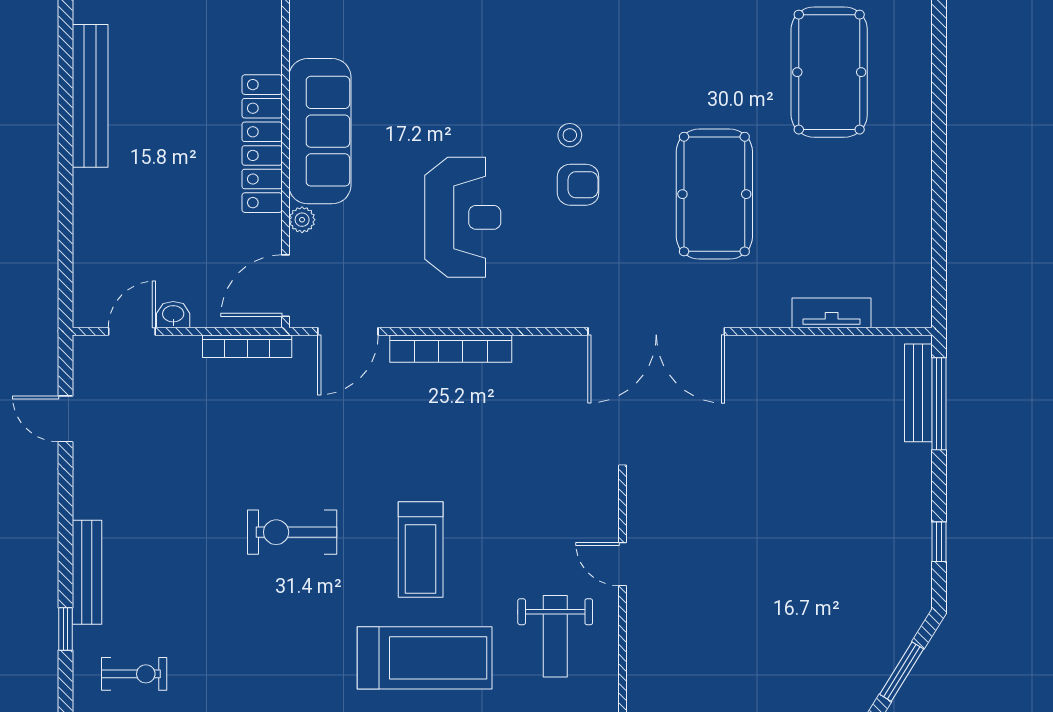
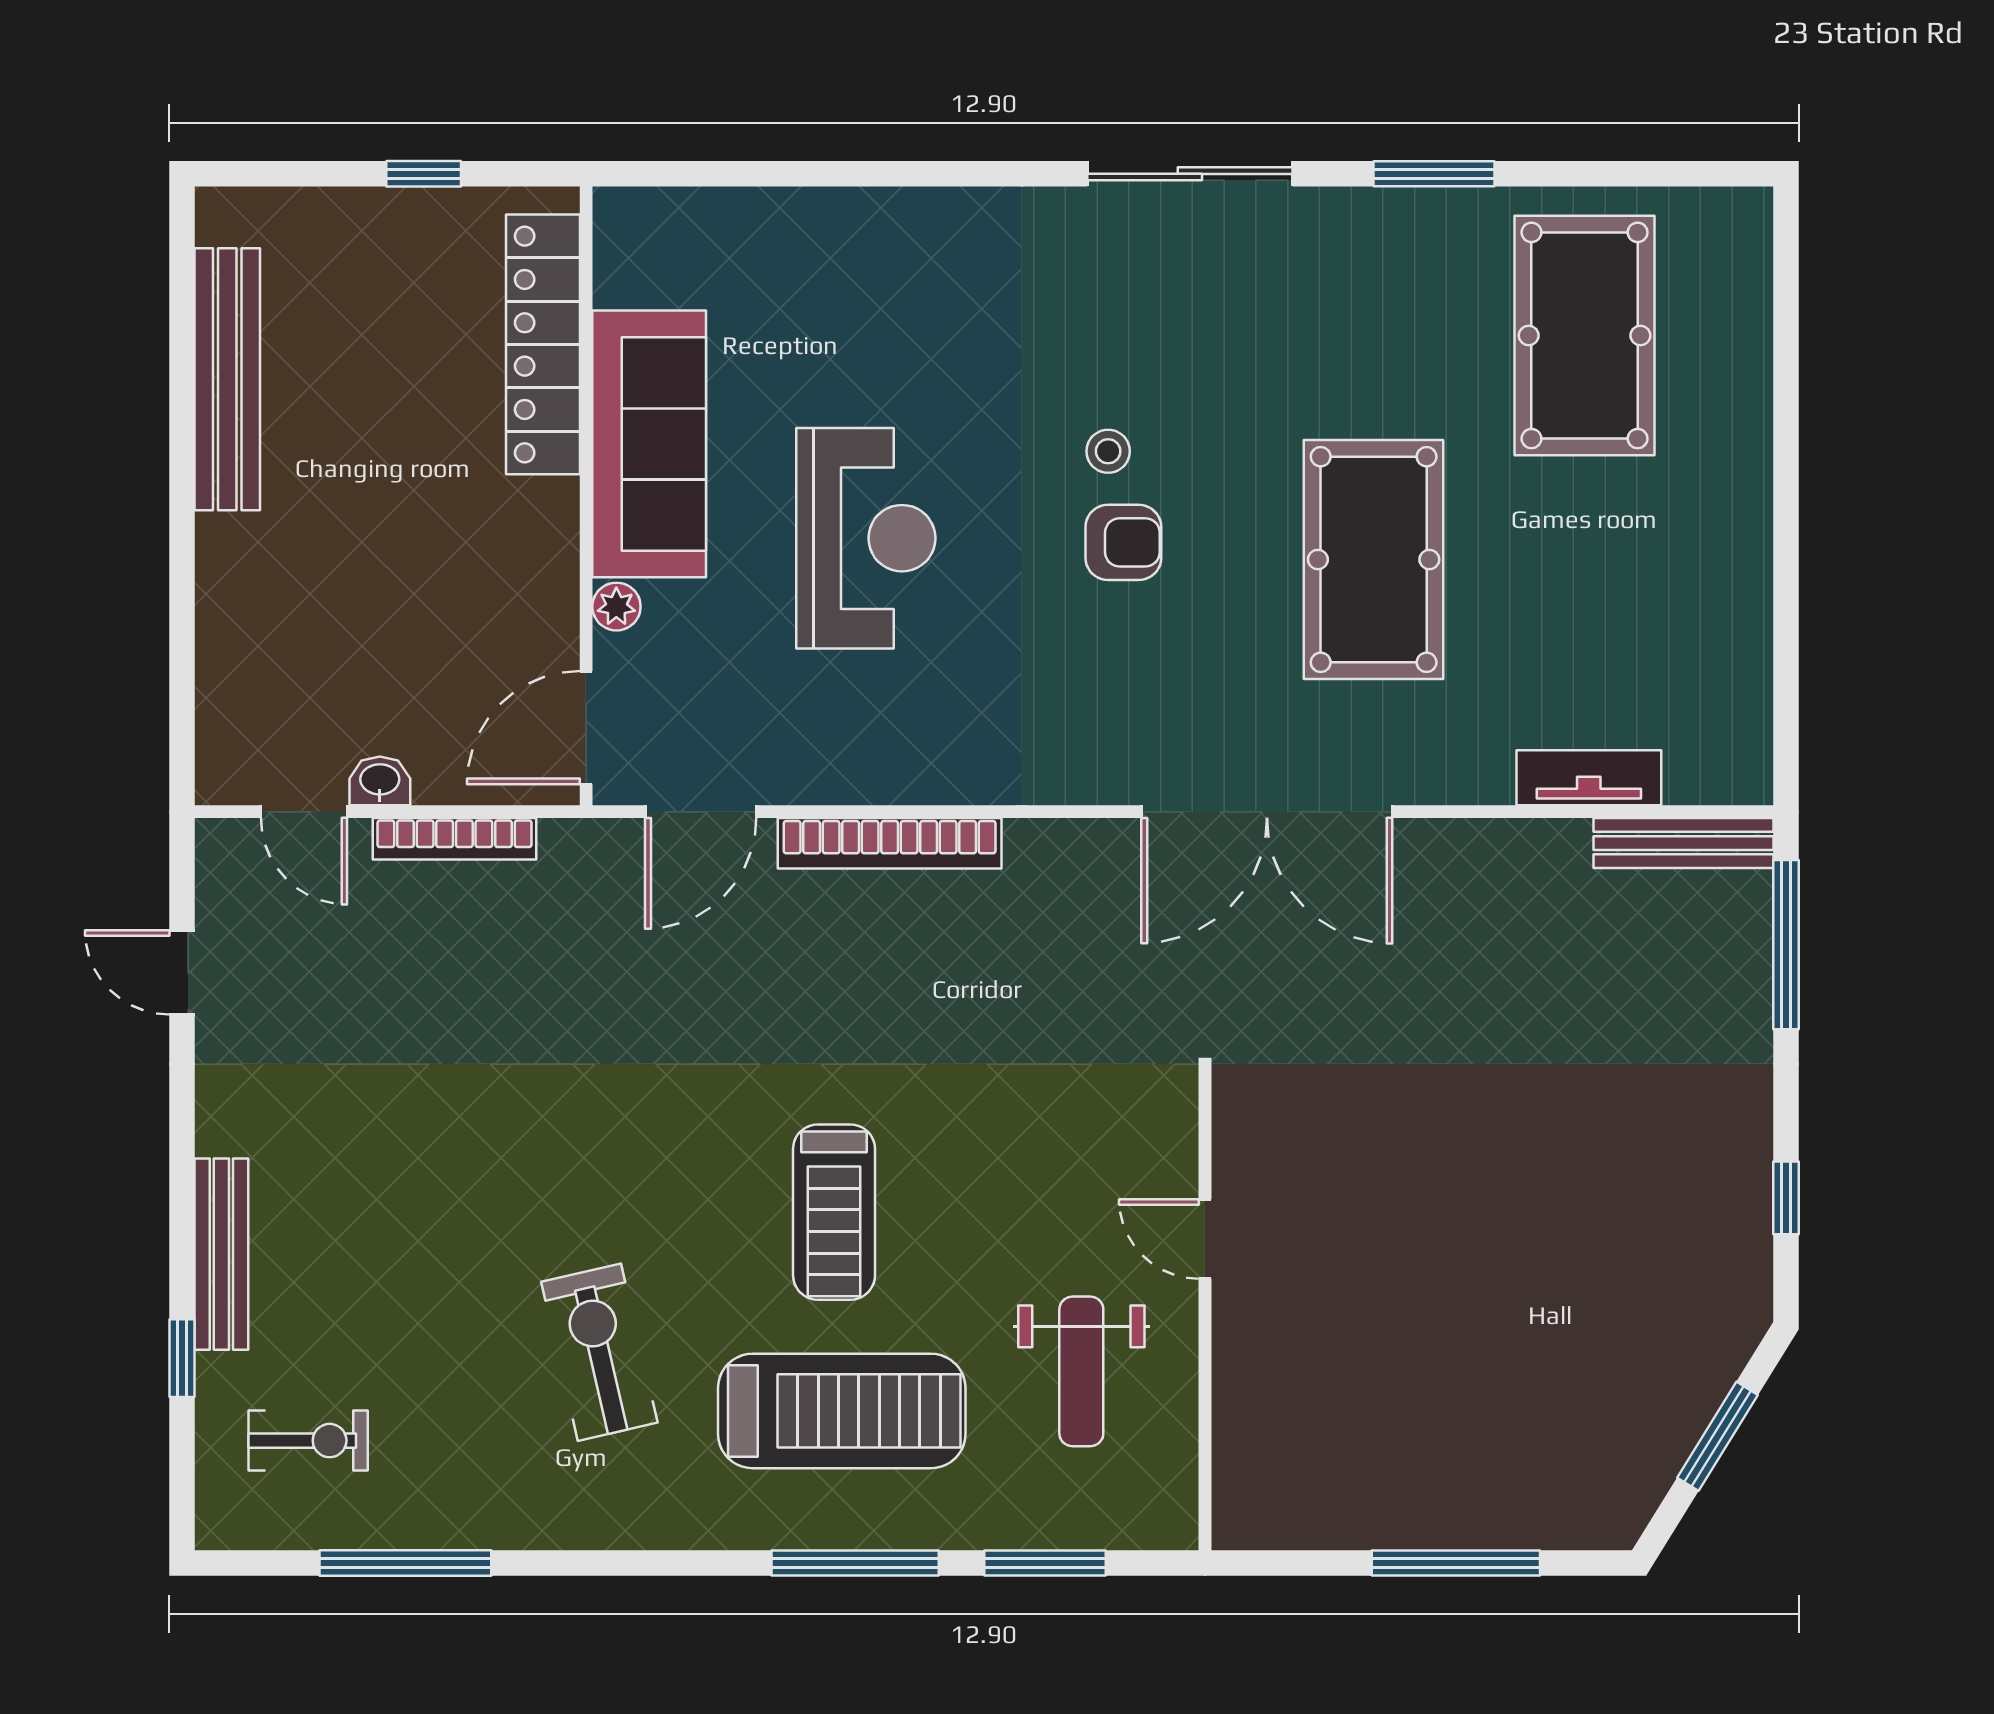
locker: (262, 144) -> (543, 344), moved
reception desk: (463, 217) -> (866, 538), moved
door: (132, 331) -> (304, 812), swing flipped
bookcase: (247, 346) -> (454, 839), moved
bench: (918, 393) -> (1683, 843), moved, turned 90
exercise bike: (292, 532) -> (599, 1352), moved, turned 77

